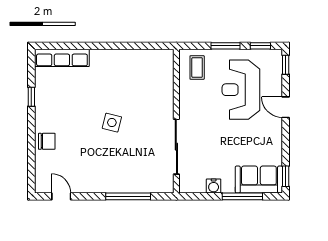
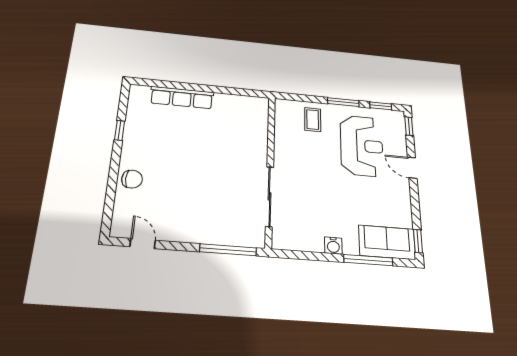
row of seats: (62, 58) -> (182, 97), moved
reception desk: (241, 90) -> (362, 146), turned 180
wall: (176, 121) -> (270, 169), moved
side table: (112, 123) -> (213, 166), removed
sliding door: (176, 147) -> (270, 196), moved

